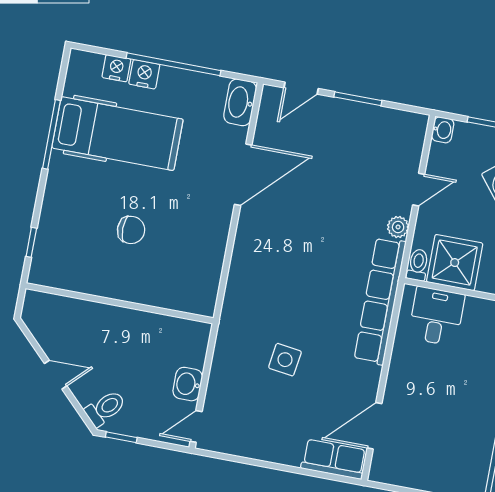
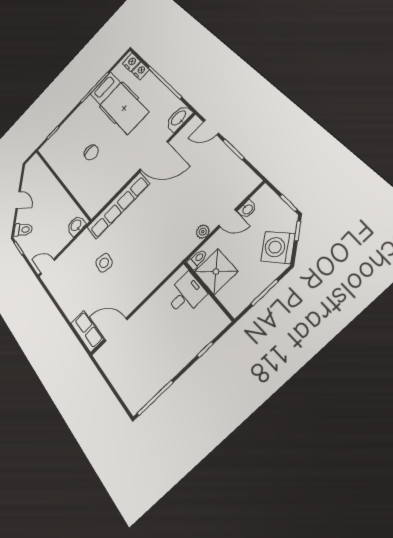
nightstand: (144, 74) -> (131, 62), moved
washbasin: (443, 130) -> (247, 209), moved
row of seats: (380, 301) -> (118, 206), moved, turned 180
washbasin: (188, 384) -> (76, 226), moved

